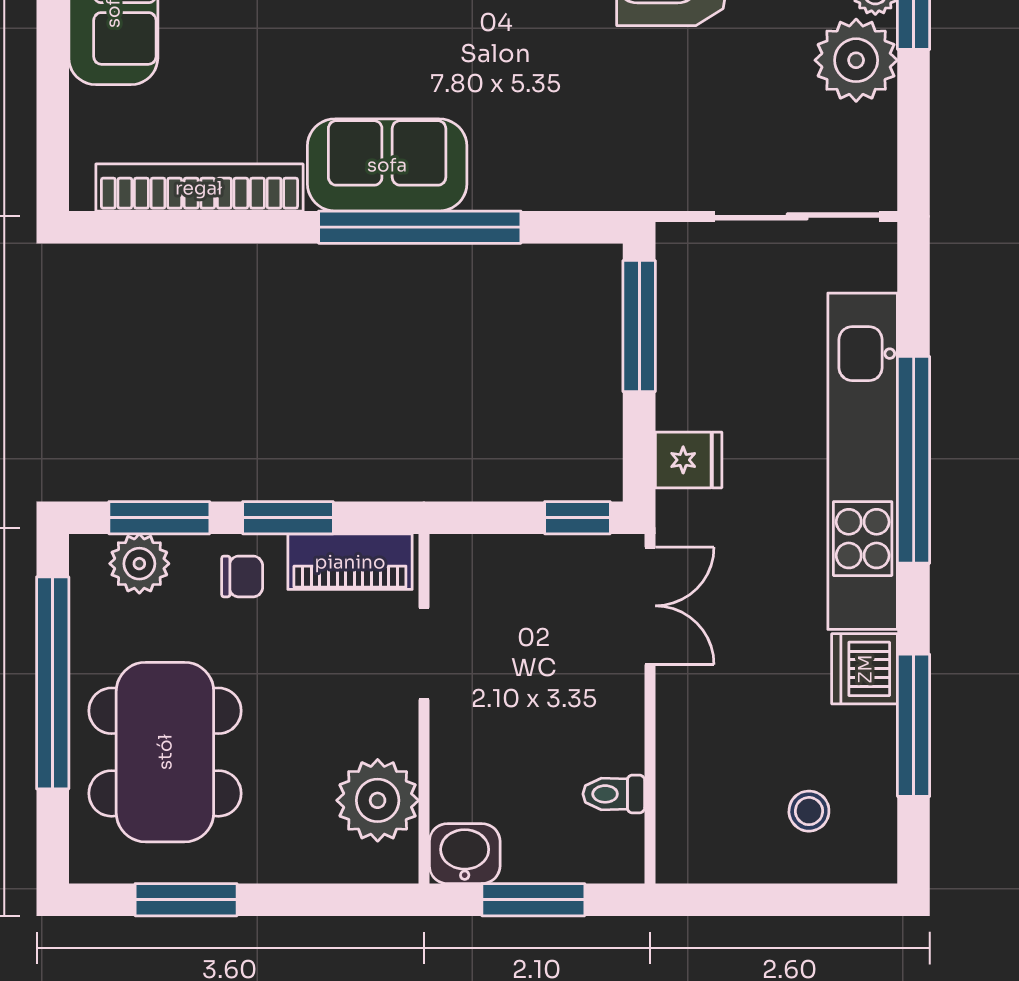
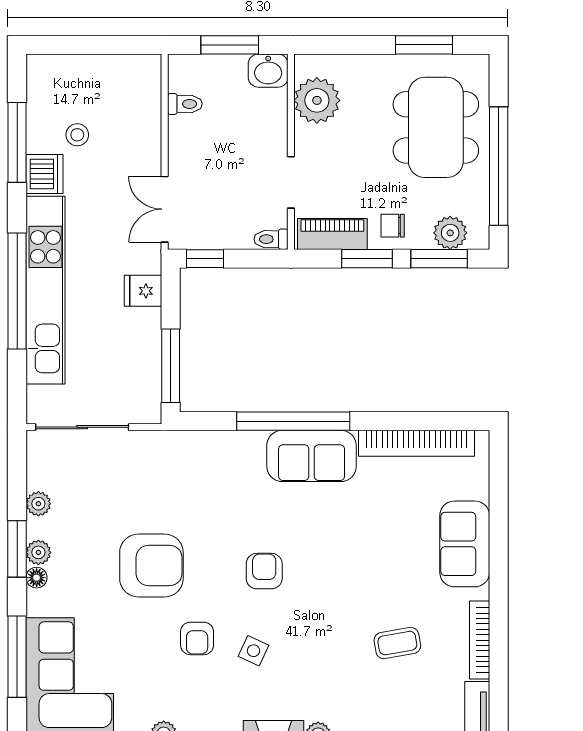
plant: (856, 60) -> (38, 504), width x0.53, depth x0.53
toilet: (460, 552) -> (271, 239), added
stool: (809, 811) -> (77, 135), moved

